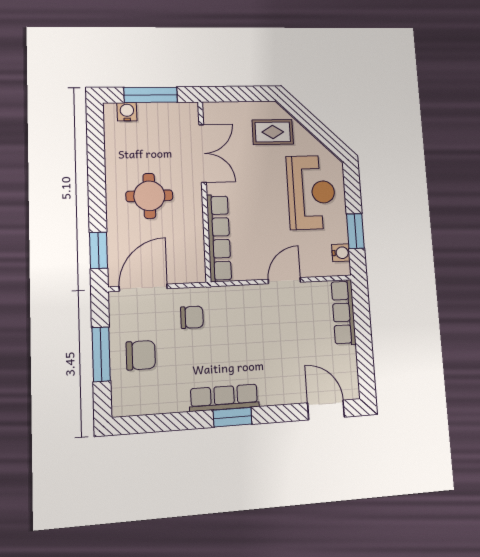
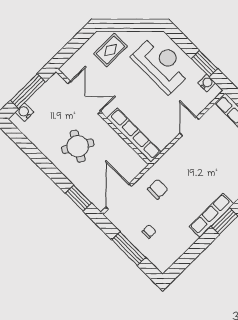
round table: (149, 196) -> (78, 146), turned 30
chair: (141, 355) -> (149, 231), width x0.54, depth x0.54

